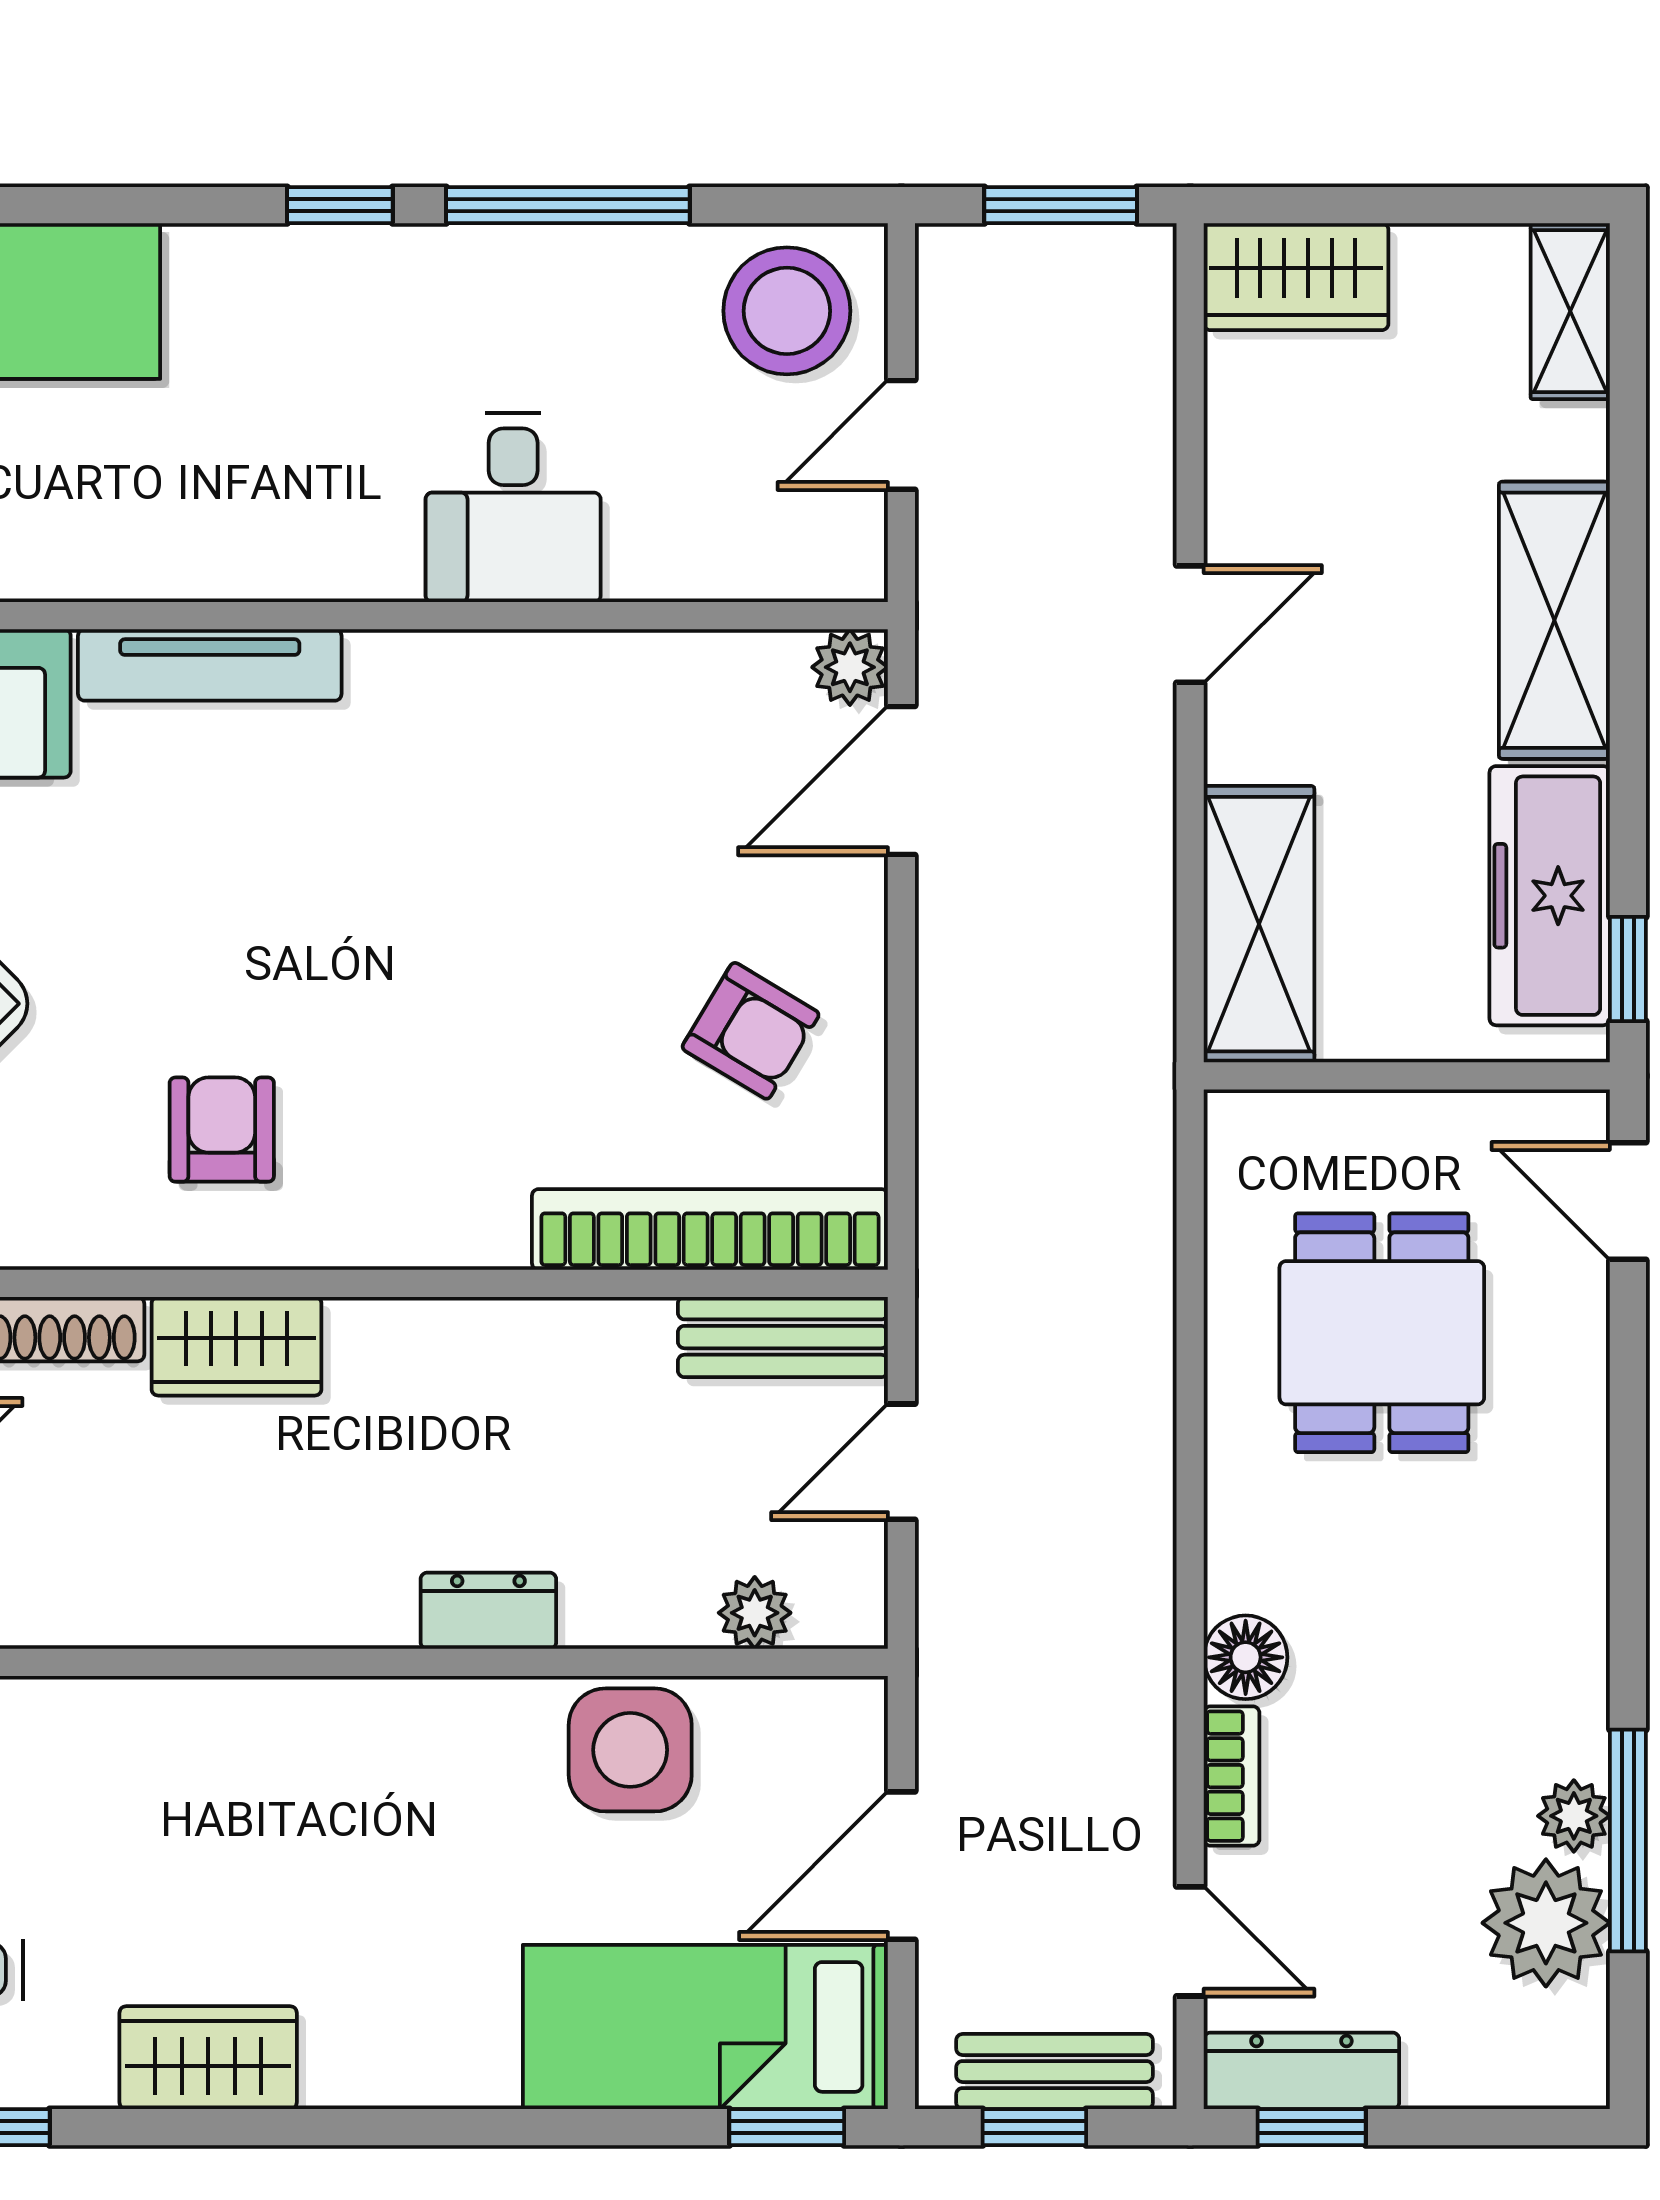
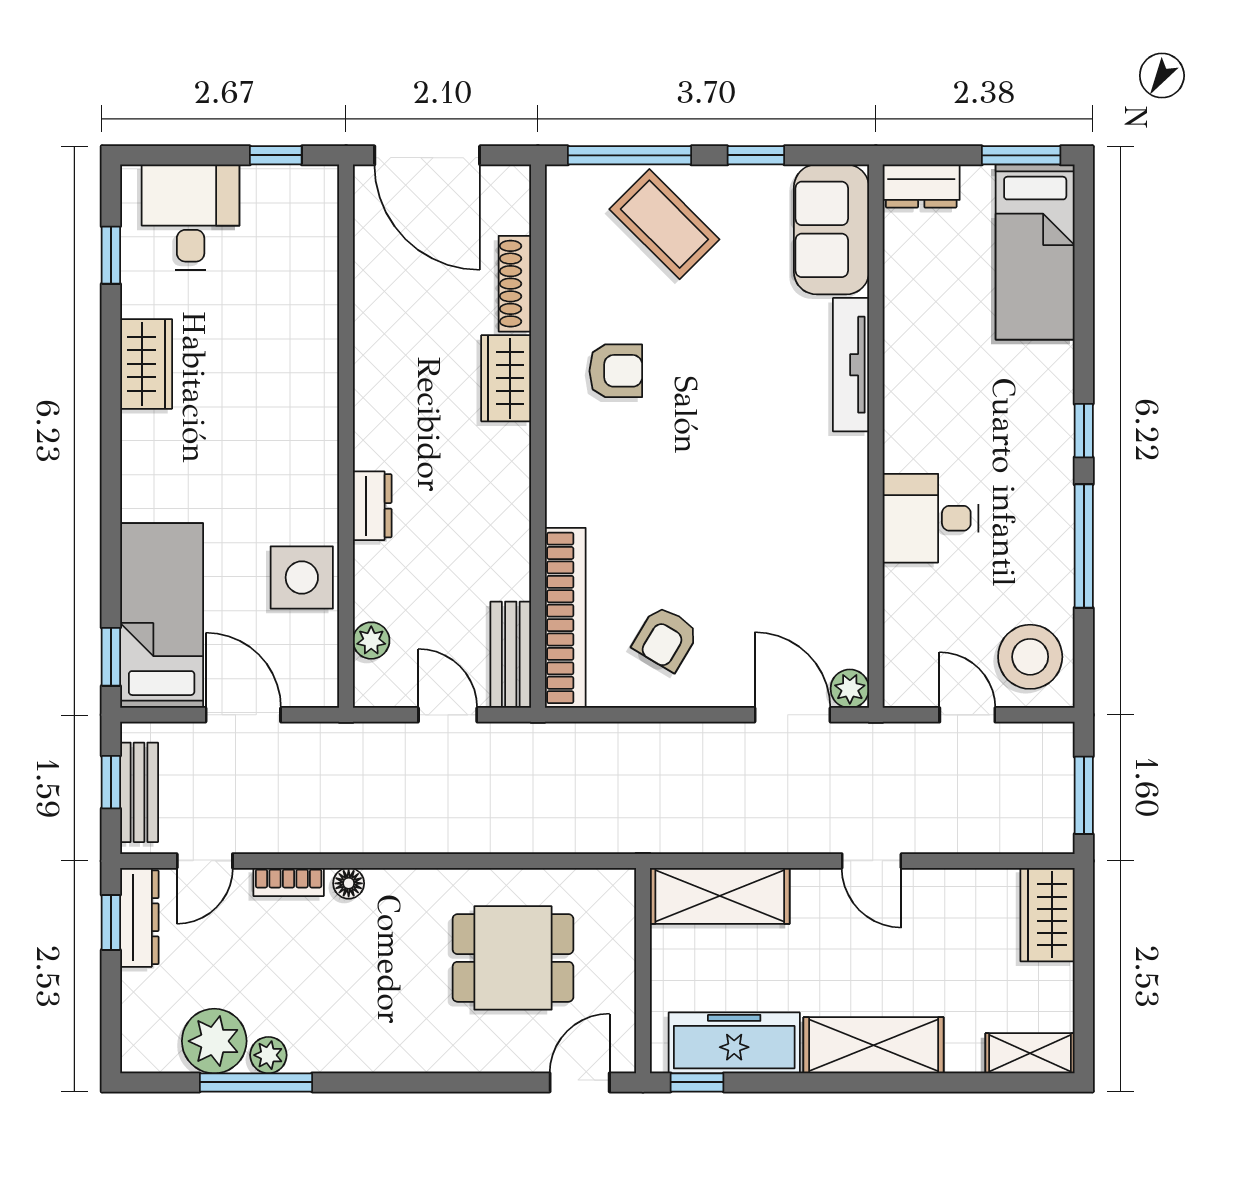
floor lamp: (1246, 1657) -> (349, 883), width x0.73, depth x0.73

